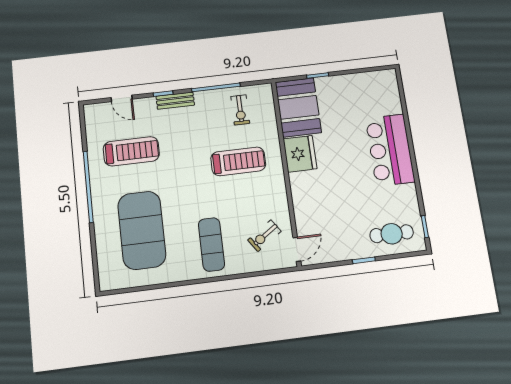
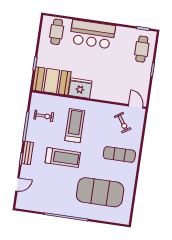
cafe table: (376, 95) -> (57, 32), added
treadmill: (131, 151) -> (63, 158), moved, turned 90

